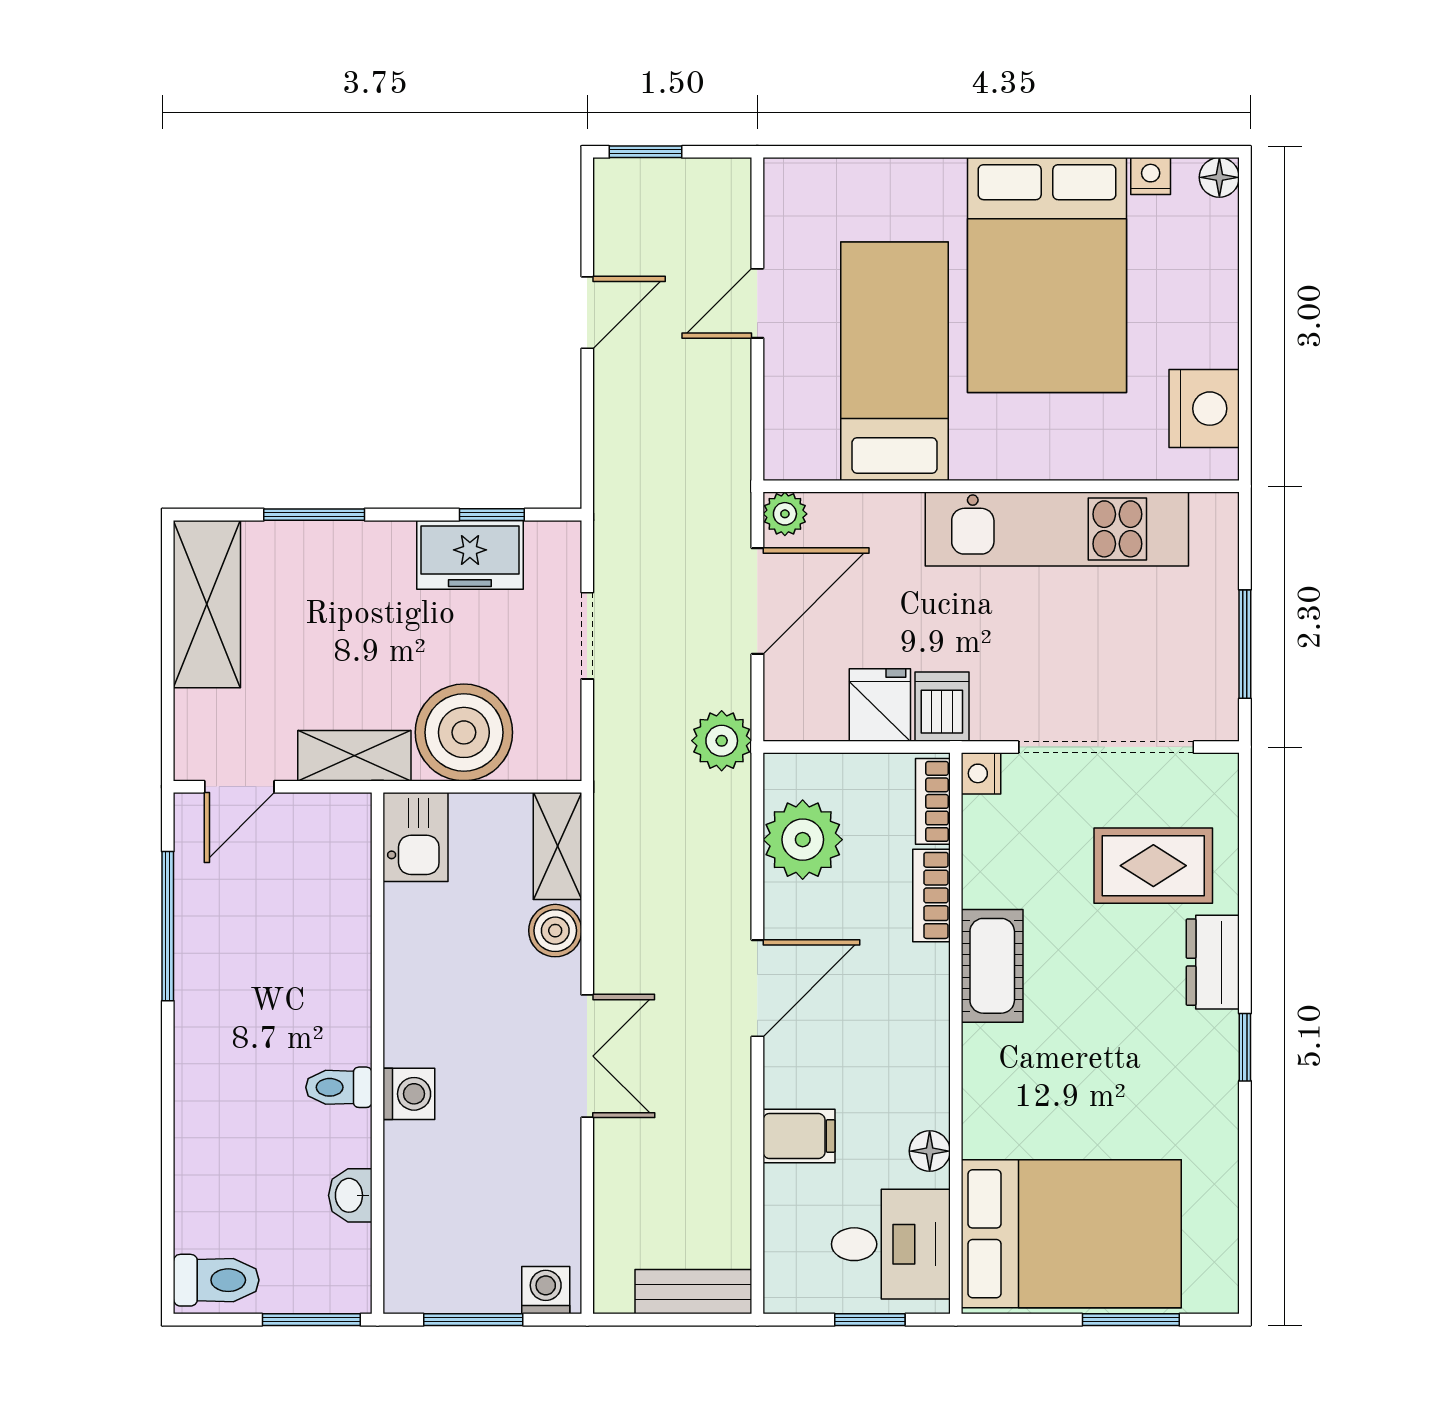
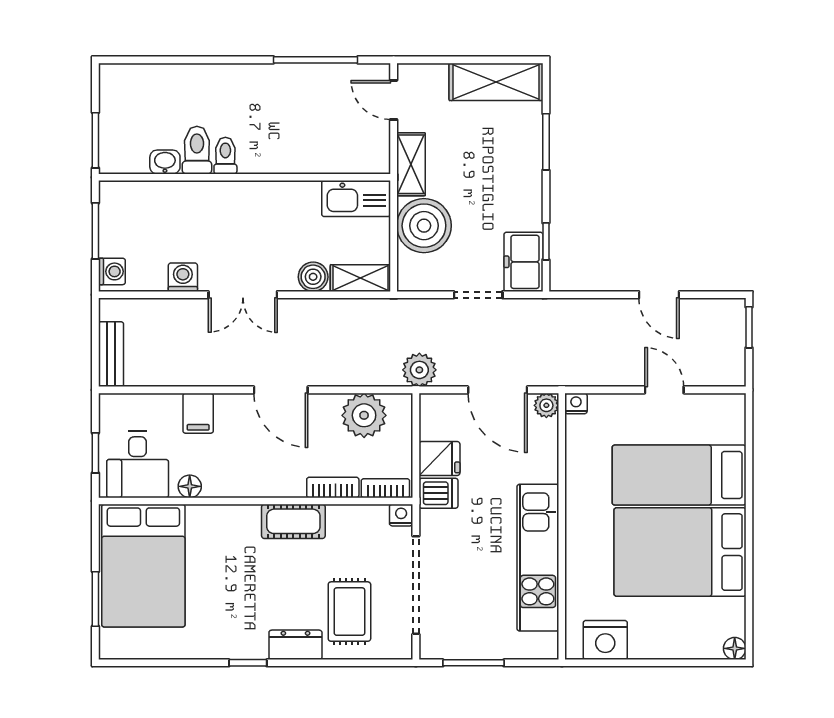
nightstand: (1151, 176) -> (576, 403), moved, turned -90
bed: (894, 361) -> (679, 475), moved, turned 180
freezer: (470, 555) -> (523, 262), moved
kitchen sink: (416, 837) -> (356, 199), width x1.38
washing machine: (409, 1094) -> (183, 277), moved, turned 180
toilet: (216, 1280) -> (197, 150), moved, turned 180

